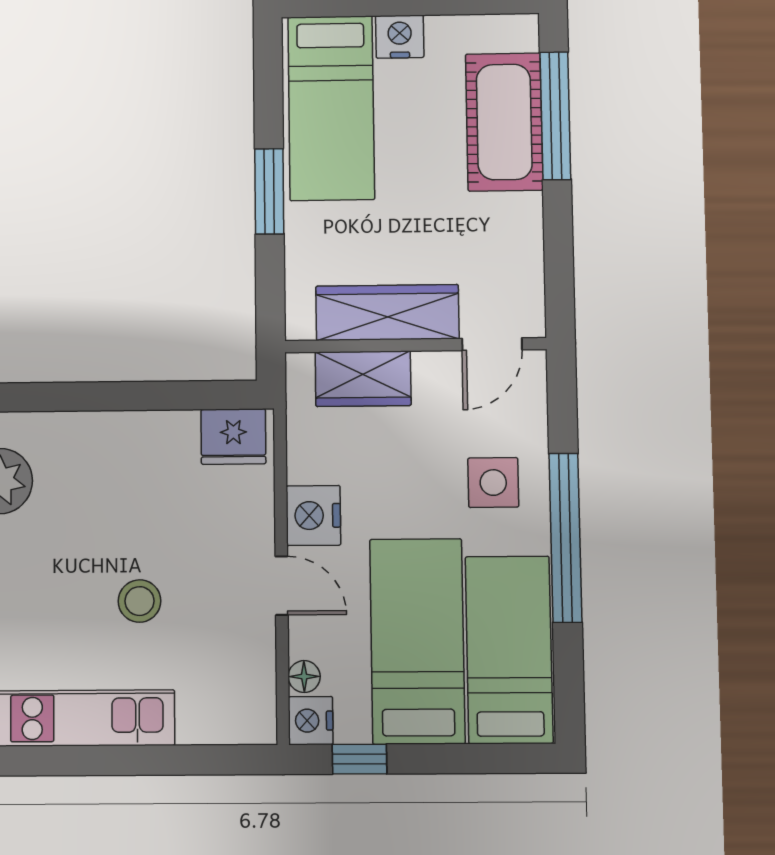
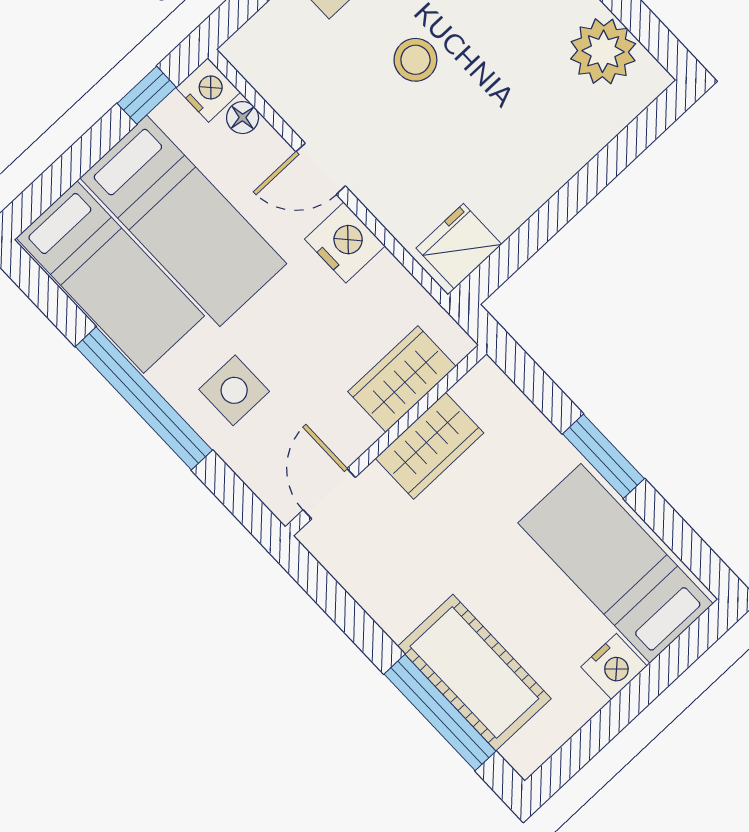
wardrobe: (387, 313) -> (429, 446), width x0.67

